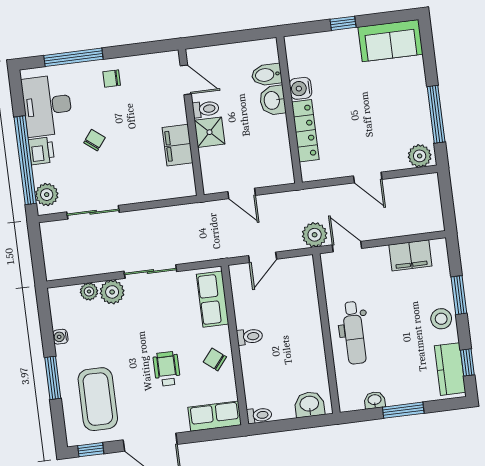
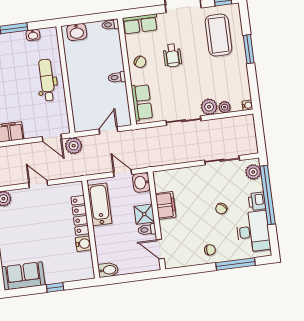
bidet: (267, 75) -> (108, 270), moved
washbasin: (273, 100) -> (141, 183), moved, turned 180
bathtub: (276, 147) -> (100, 204), added
water cooler: (60, 337) -> (247, 105), moved

